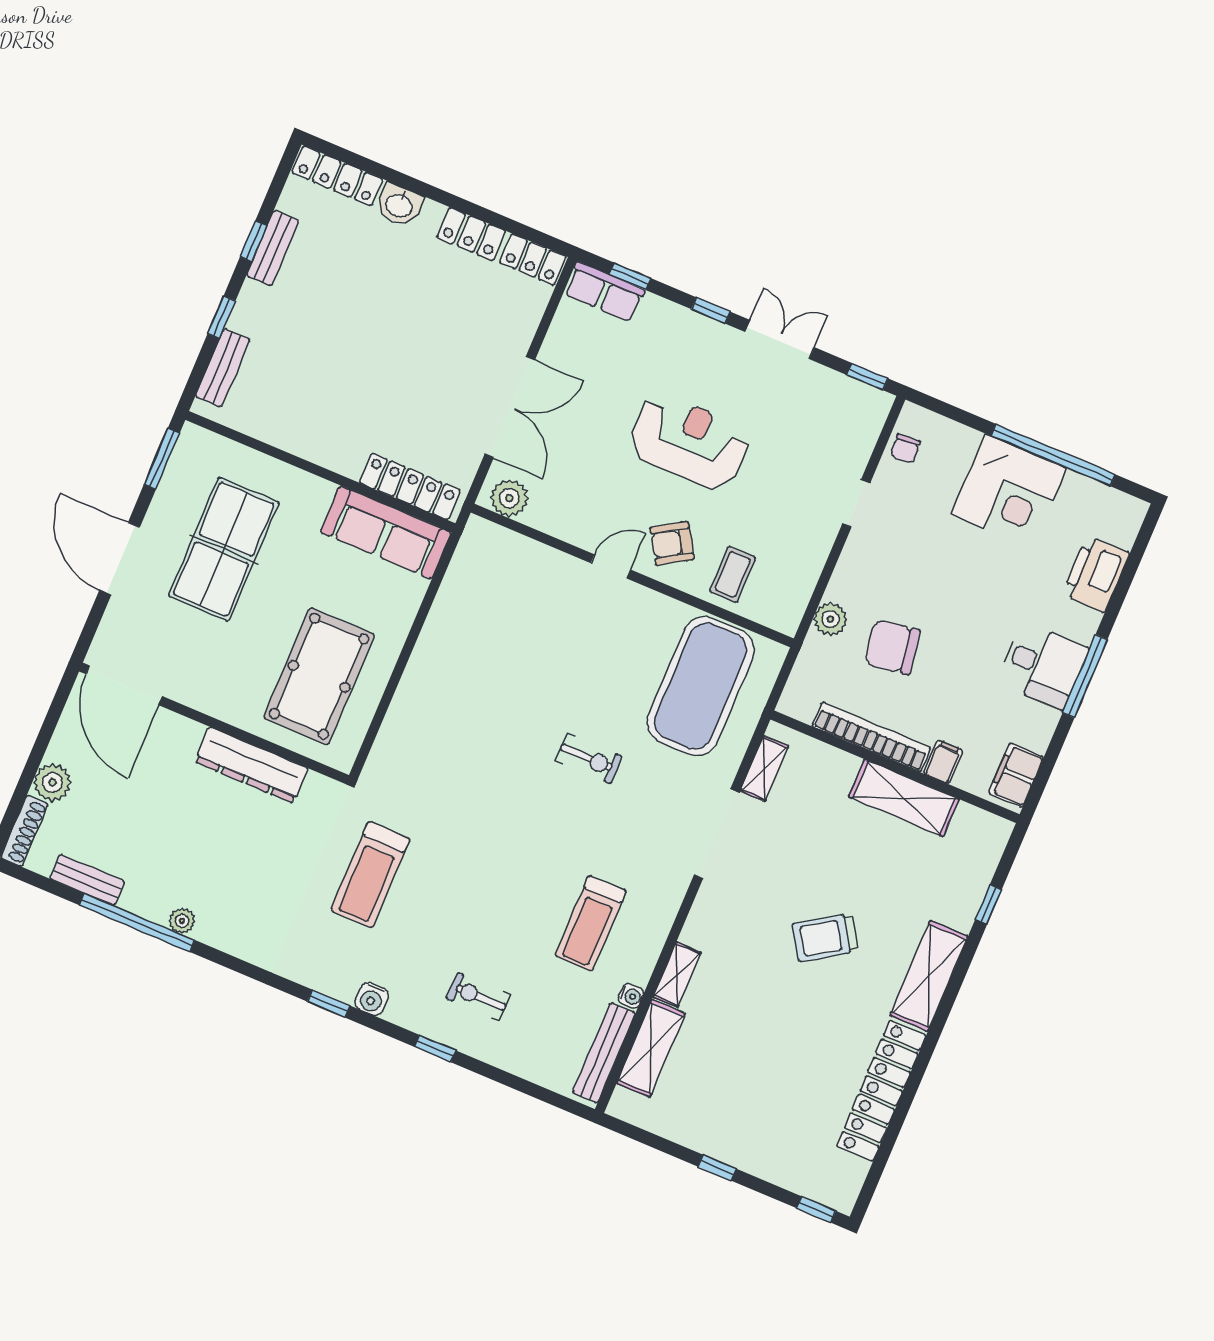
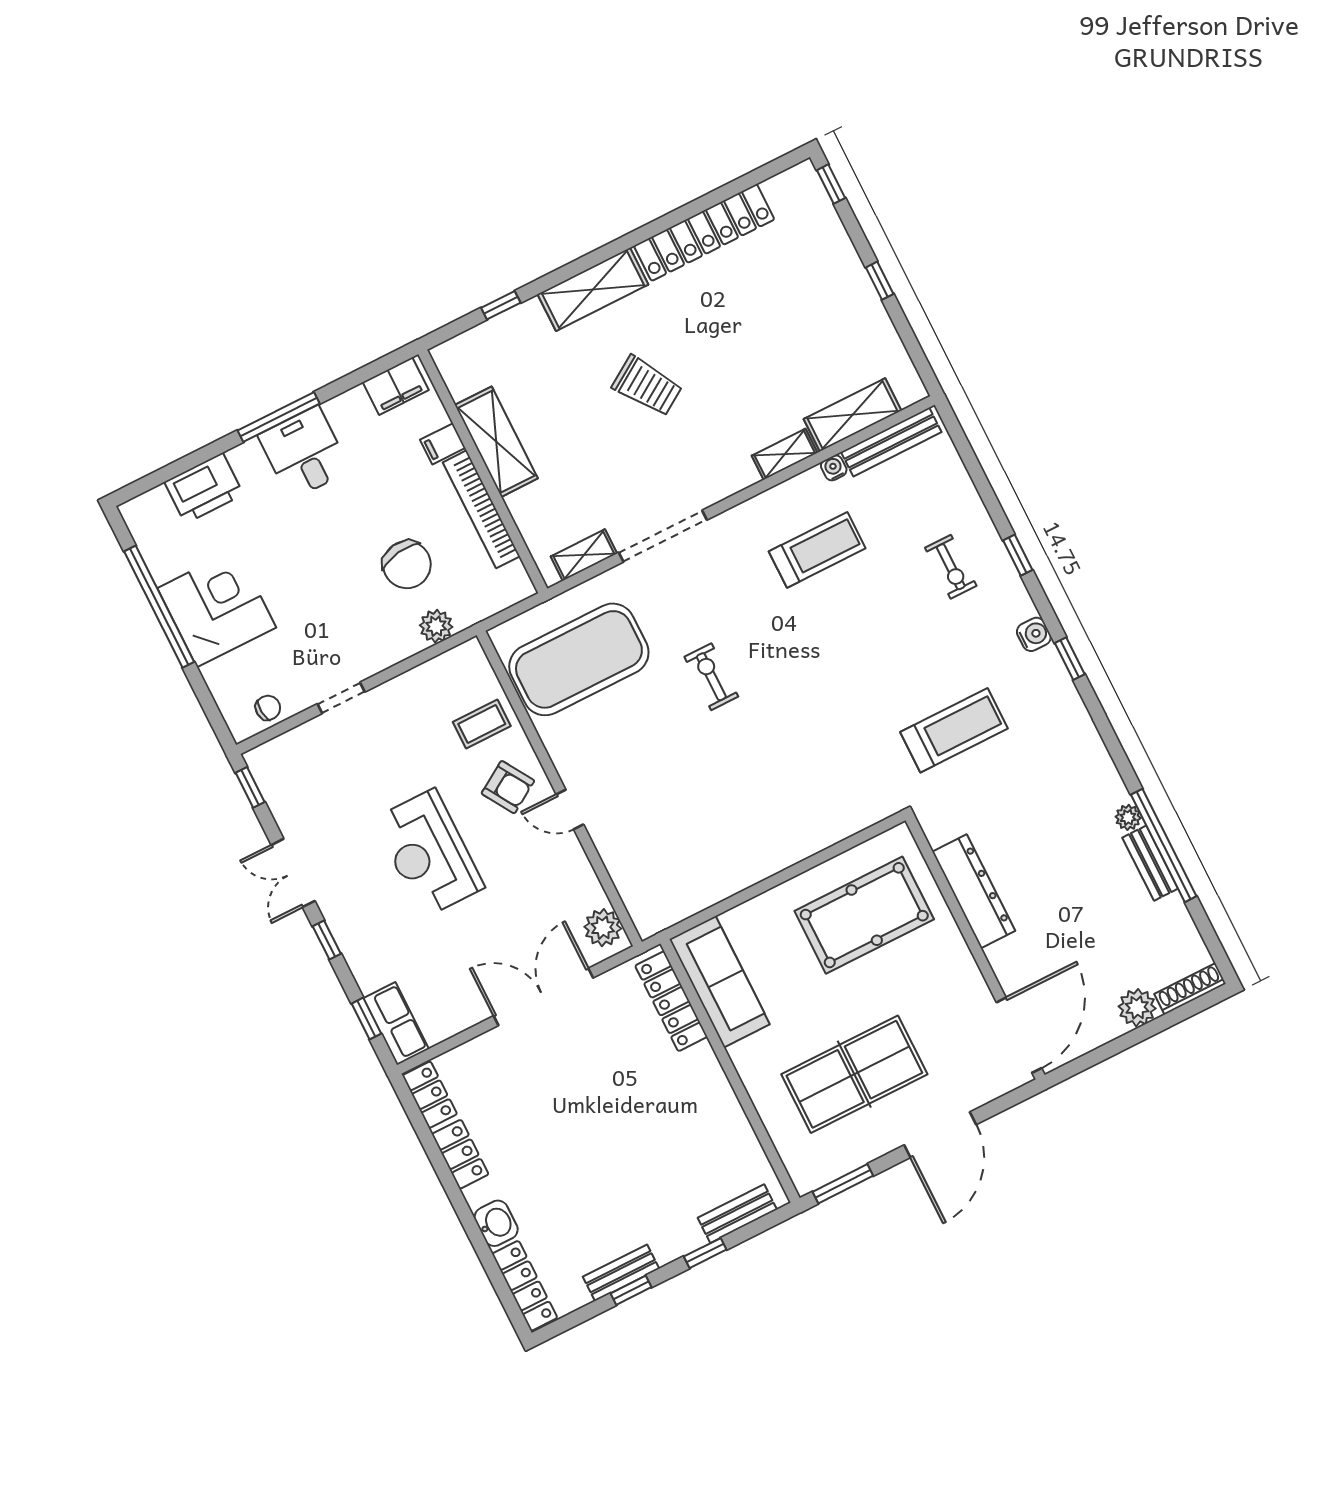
bench: (87, 880) -> (1150, 863), moved

